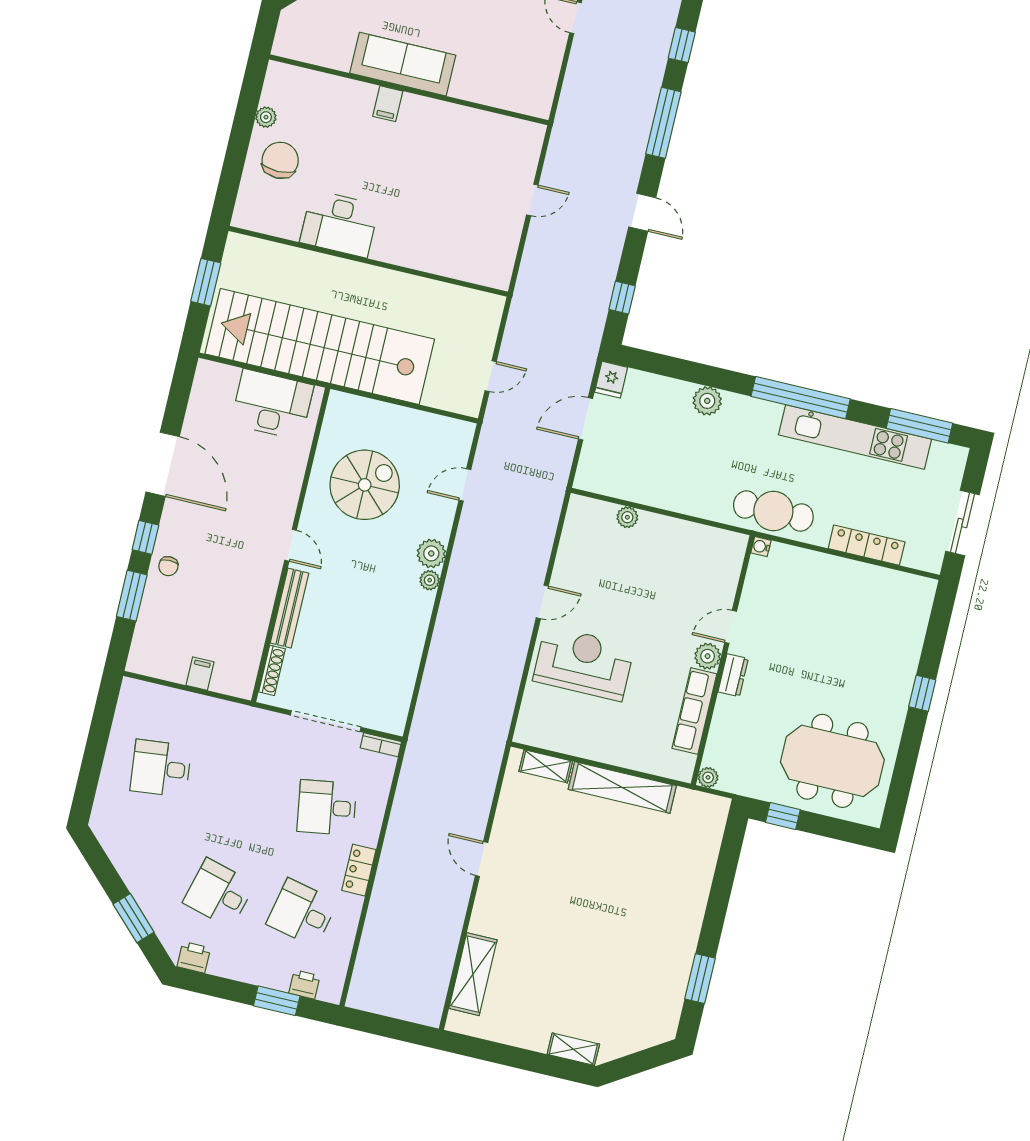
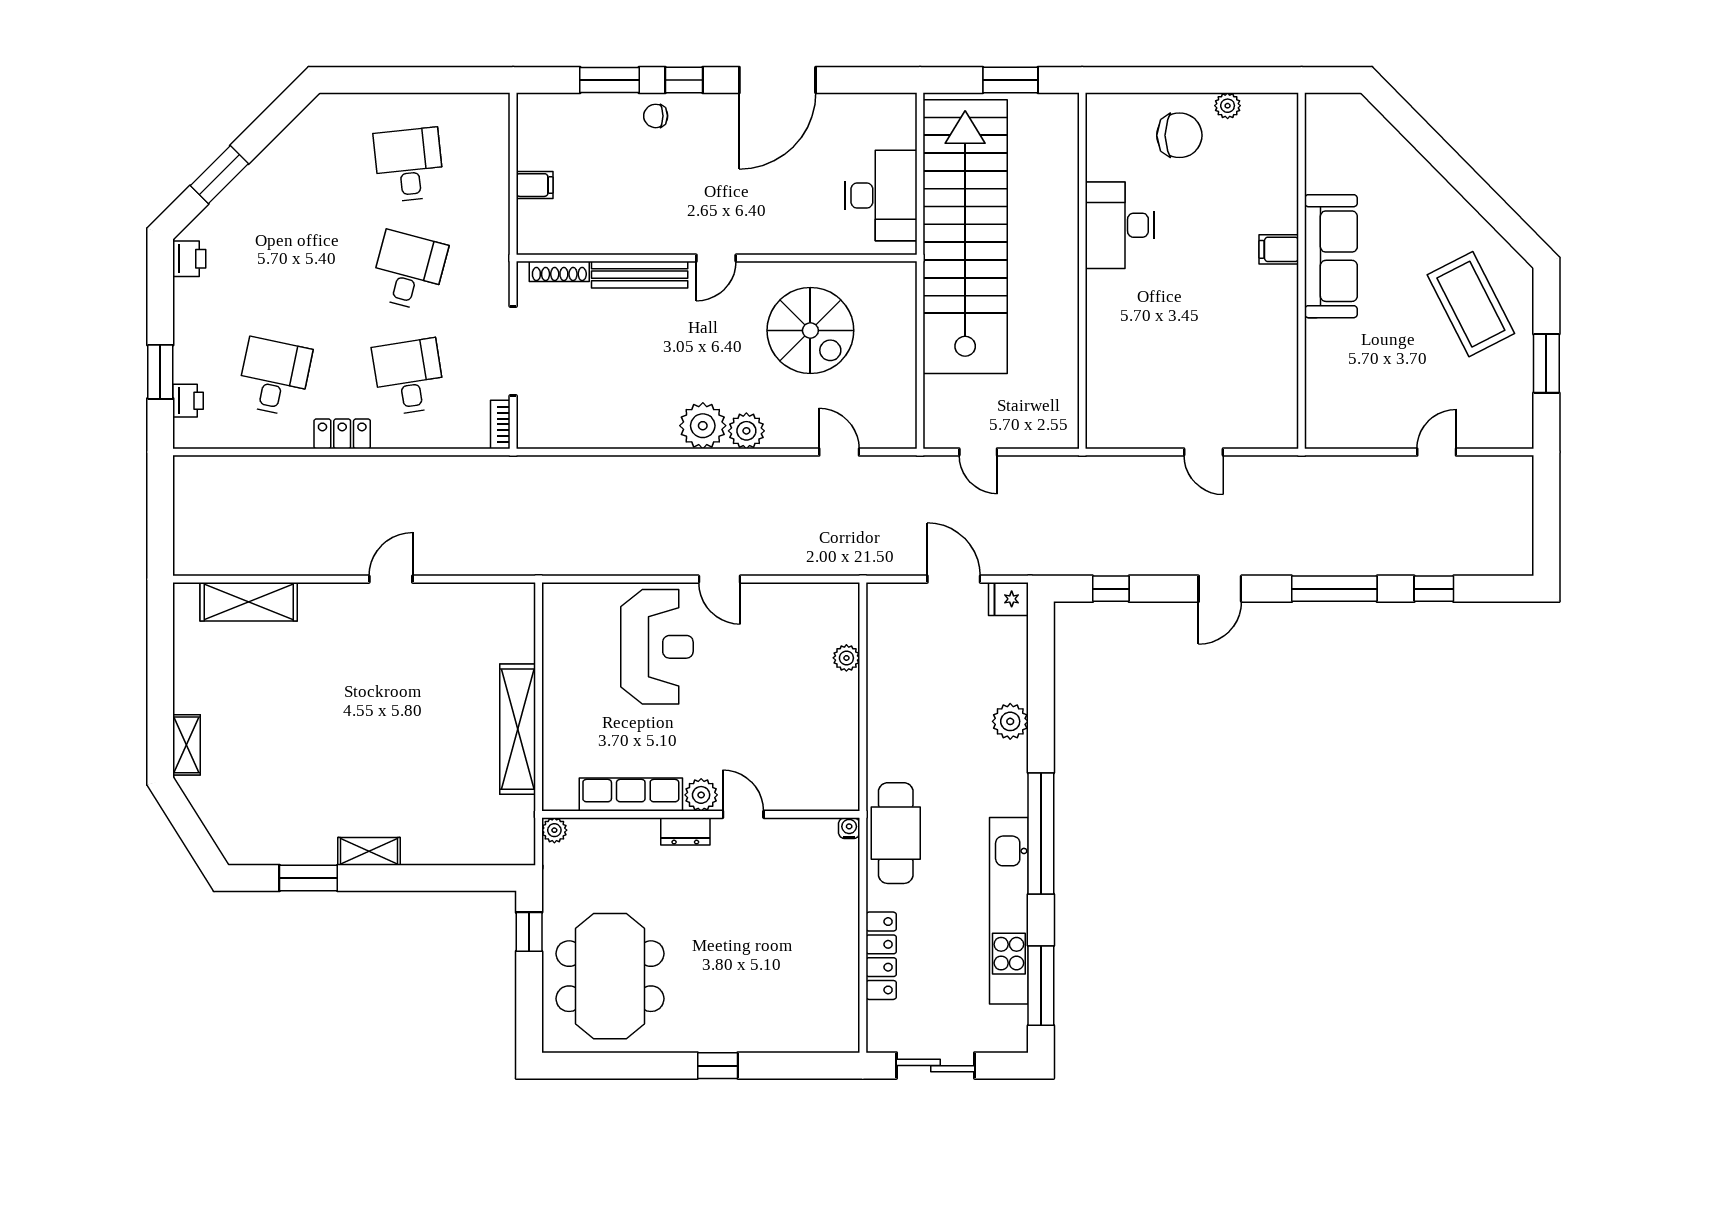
plant: (430, 580) -> (703, 426), width x1.88, depth x1.88
shelving: (546, 766) -> (369, 851), moved, turned 90
desk: (219, 893) -> (409, 271), moved

